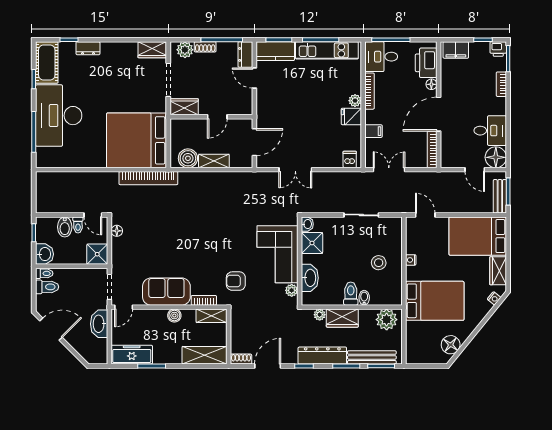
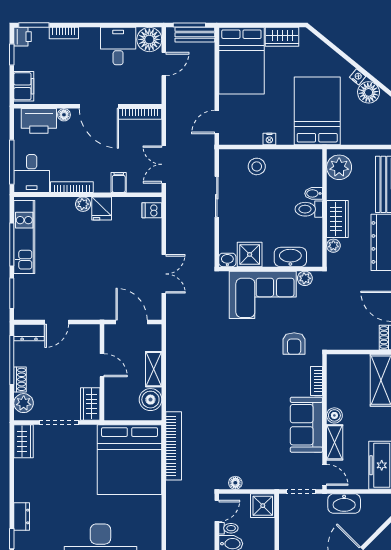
kitchen counter: (275, 51) -> (25, 297), removed
stool: (379, 263) -> (257, 166), moved
nightstand: (494, 298) -> (358, 77), moved
shelving: (211, 316) -> (335, 442), moved

